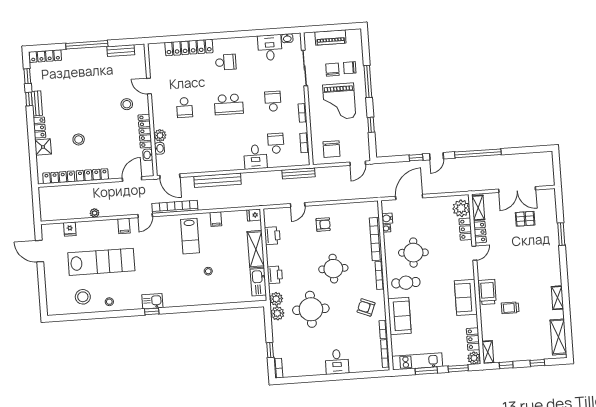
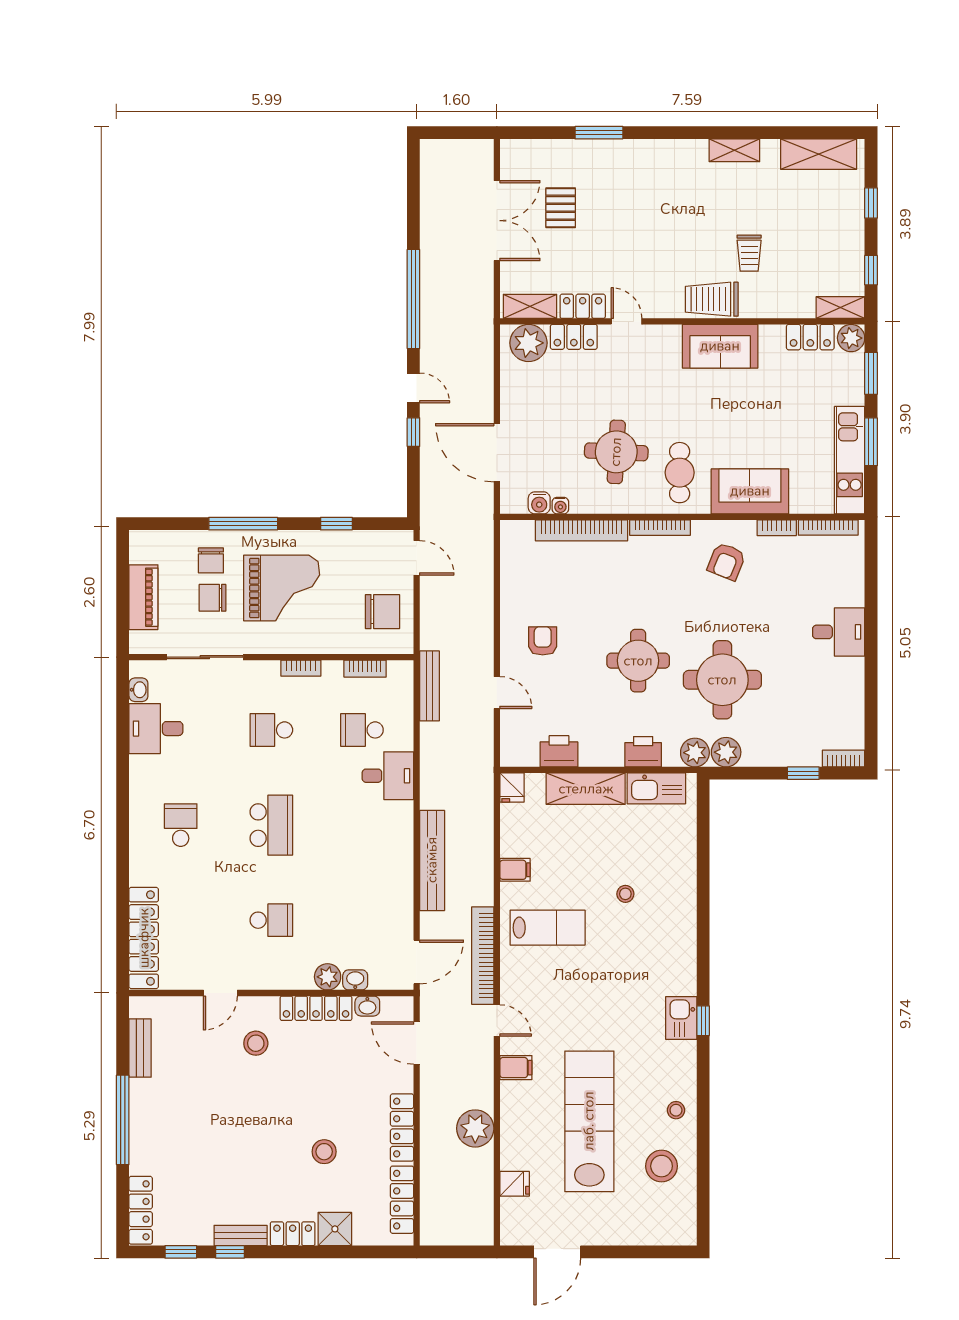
locker: (189, 47) -> (144, 938), moved
plant: (95, 213) -> (475, 1128), width x1.87, depth x1.87
round table: (333, 269) -> (638, 661), moved

